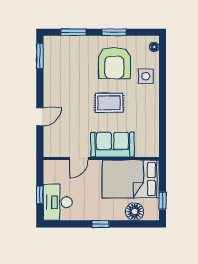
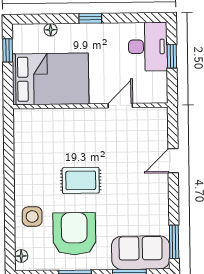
sofa: (113, 145) -> (141, 253), moved, turned 180
floor lamp: (134, 212) -> (51, 30), width x0.53, depth x0.53

